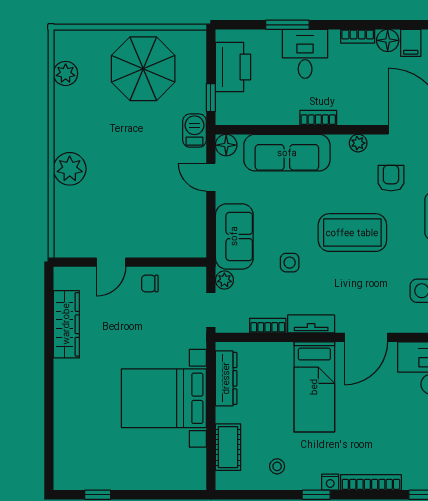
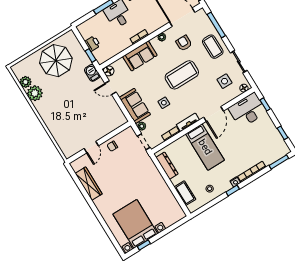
printer: (233, 67) -> (93, 44), width x0.53, depth x0.68
sofa: (287, 153) -> (140, 56), width x0.73
plant: (70, 169) -> (35, 93), moved
bed with nightstands: (164, 398) -> (135, 224), moved, turned 90

